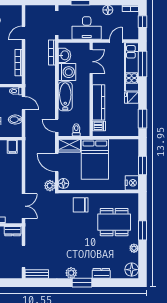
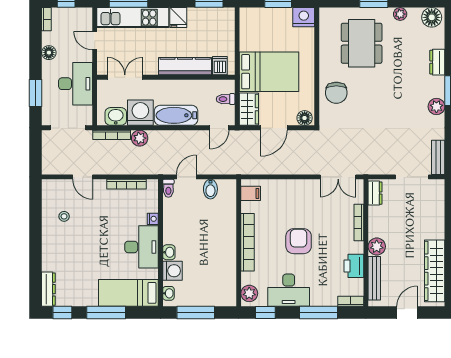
plant: (50, 186) -> (140, 138), moved
double door: (24, 206) -> (338, 177), swing flipped

